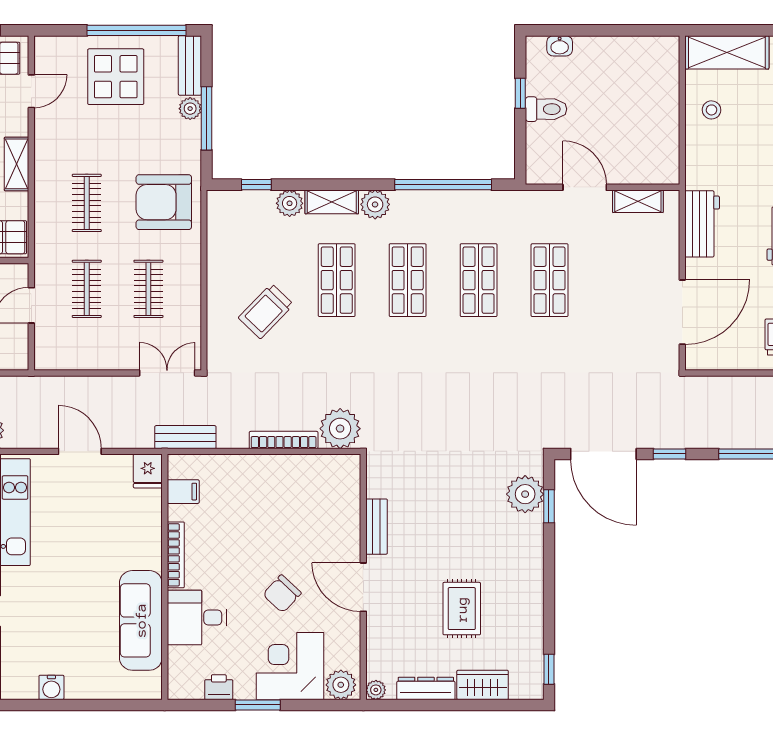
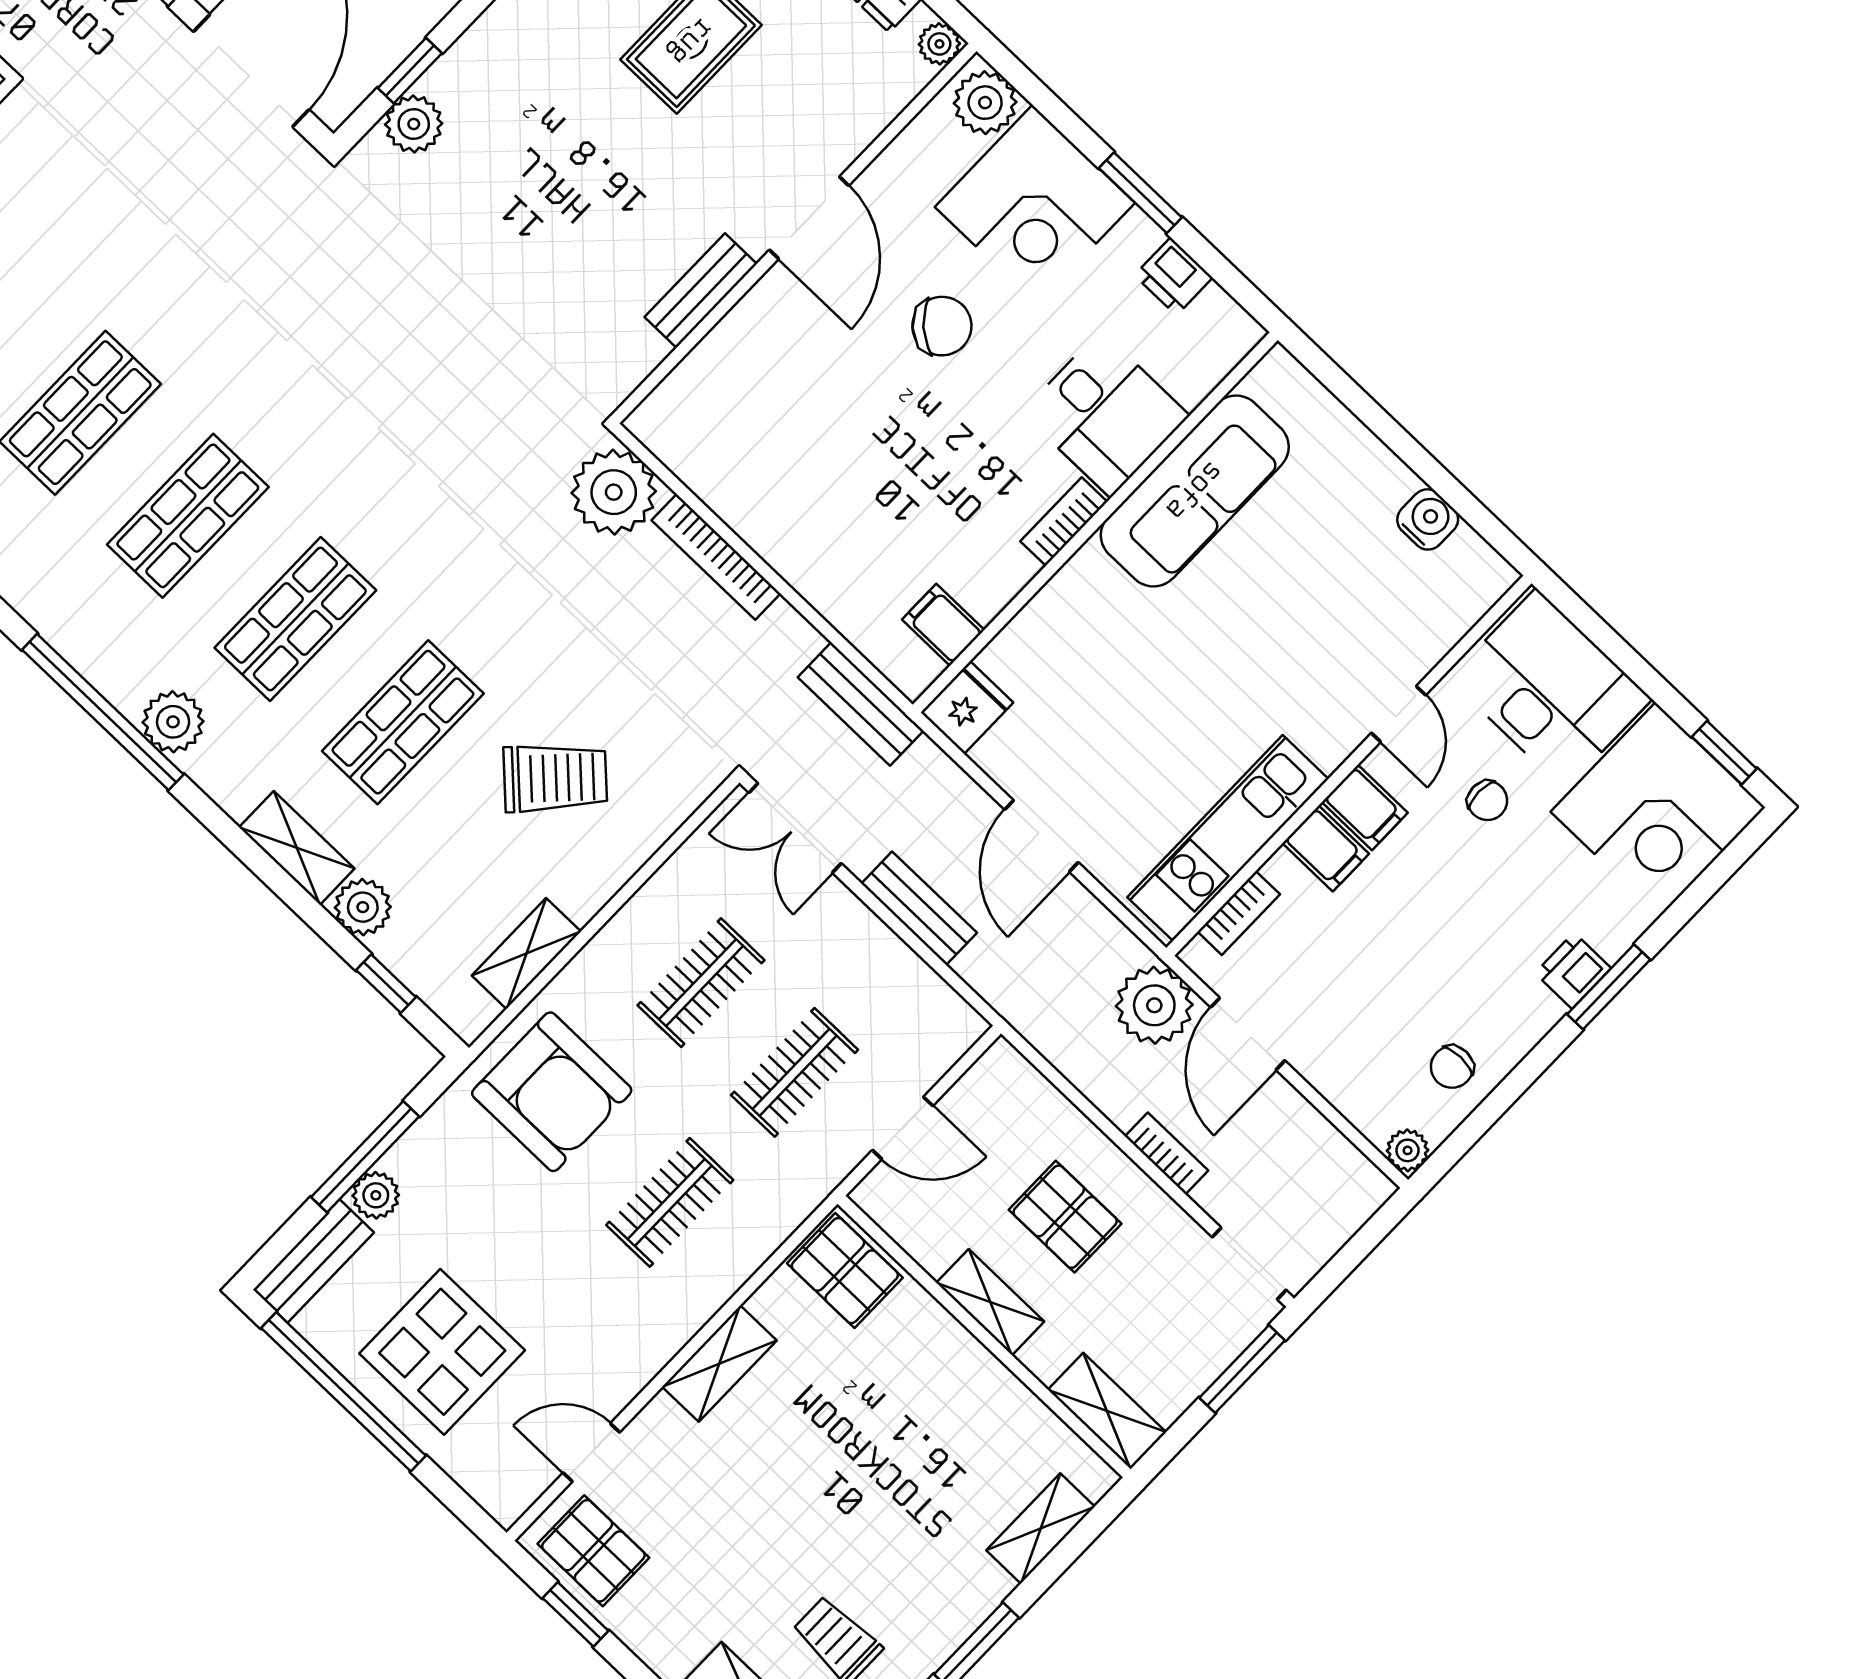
plant: (375, 204) -> (173, 722), moved
shelving: (218, 241) -> (526, 954), added
bench: (98, 386) -> (919, 908), added
plant: (525, 494) -> (414, 124), width x0.73, depth x0.73
bookcase: (176, 555) -> (1064, 521), width x0.64

